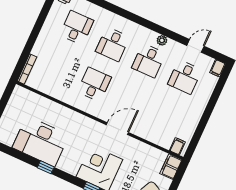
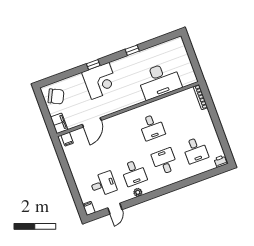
desk: (149, 61) -> (134, 173), turned 180
desk: (185, 77) -> (103, 184), turned 90
door: (117, 129) -> (92, 122), moved
desk: (41, 141) -> (159, 81), moved, turned 180

